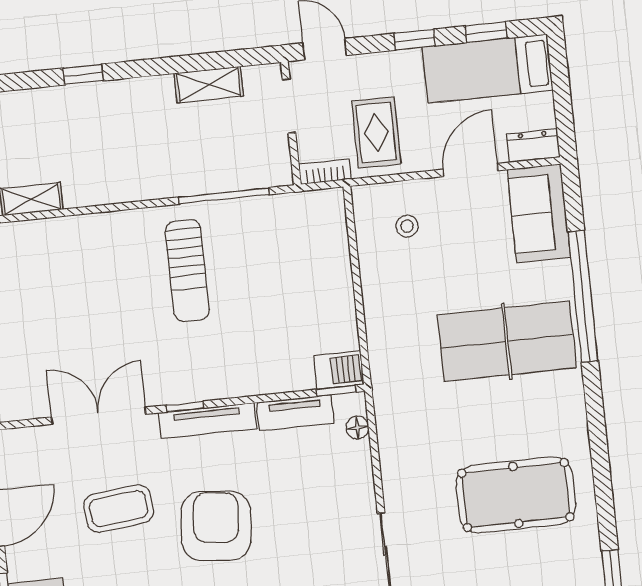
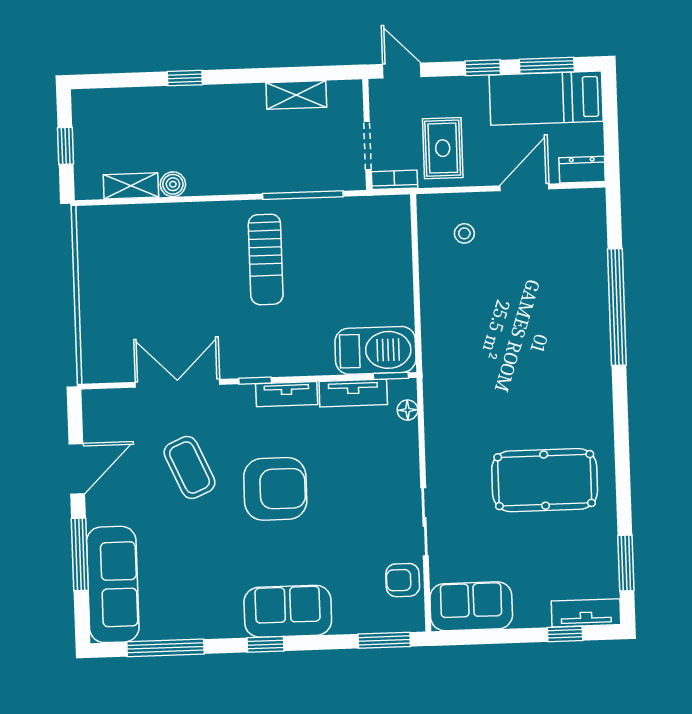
window: (486, 32) -> (547, 65), width x1.50
doorway: (289, 106) -> (368, 145), moved
boiler: (78, 194) -> (173, 184), added
sofa: (539, 213) -> (583, 230), removed
table tennis table: (507, 341) -> (546, 342), removed
barbecue: (339, 370) -> (375, 350), width x1.88, depth x1.53
tv unit: (207, 421) -> (287, 394), width x0.71
coffee table: (119, 509) -> (189, 467), turned 72
armchair: (216, 526) -> (275, 489), turned 84

